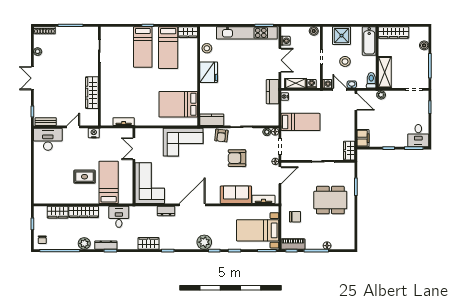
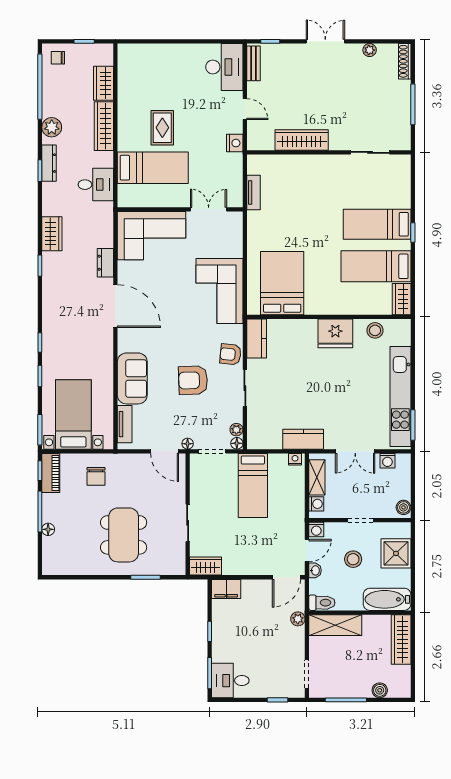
armchair: (237, 158) -> (193, 380), turned -92
plant: (204, 242) -> (54, 326), removed

